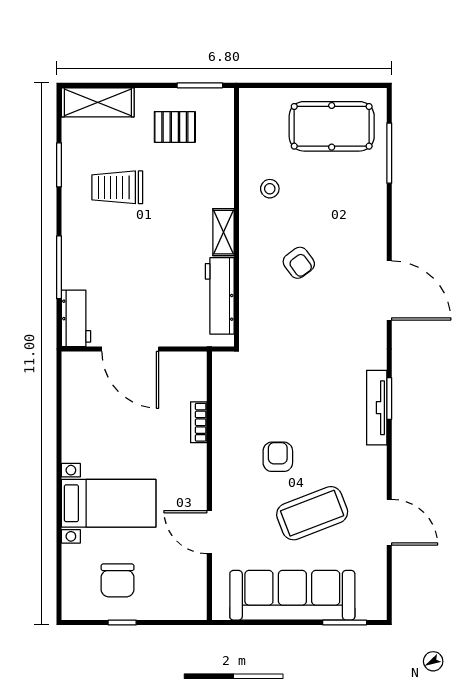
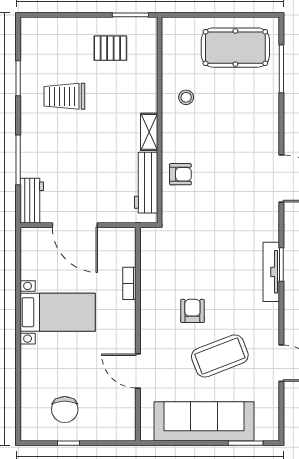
shelving: (98, 102) -> (49, 28), removed
armchair: (299, 263) -> (180, 174), moved, turned -54
bed with nightstands: (109, 503) -> (58, 312), moved

